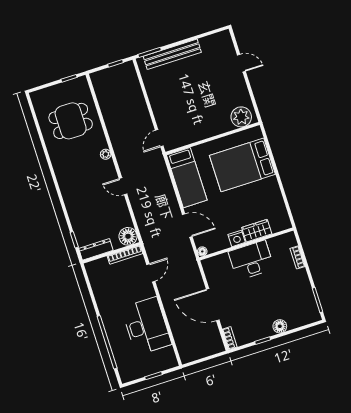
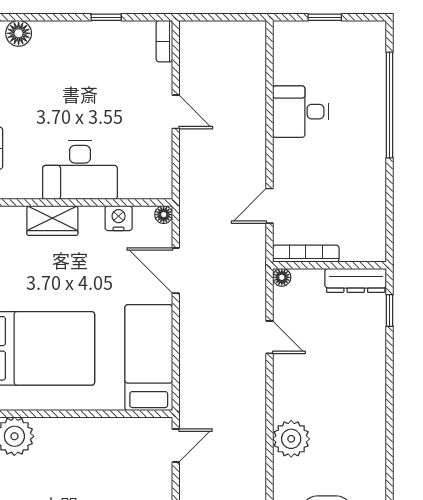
plant: (106, 154) -> (291, 439), width x1.87, depth x1.87
door: (123, 186) -> (270, 337), moved
floor lamp: (128, 236) -> (282, 277), width x0.53, depth x0.53
nightstand: (237, 238) -> (119, 218), moved
door: (213, 305) -> (176, 112), width x0.53
desk: (146, 326) -> (300, 112), width x0.53, depth x0.77
floor lamp: (280, 326) -> (19, 33), moved

